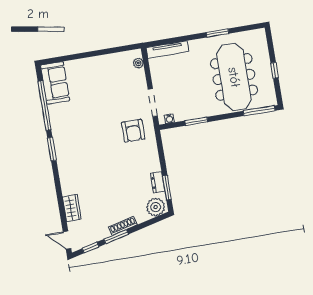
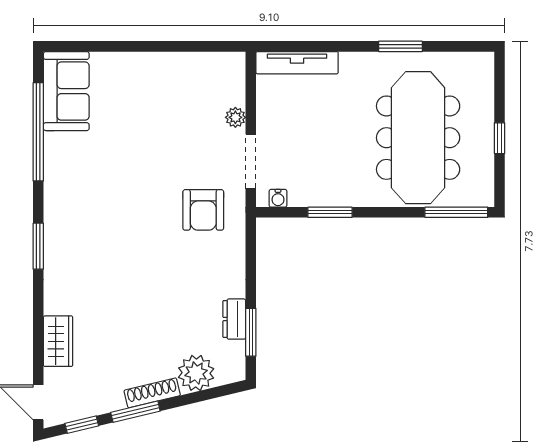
plant: (138, 63) -> (235, 117), moved
window: (52, 149) -> (38, 246), moved
plant: (156, 207) -> (196, 373), moved

